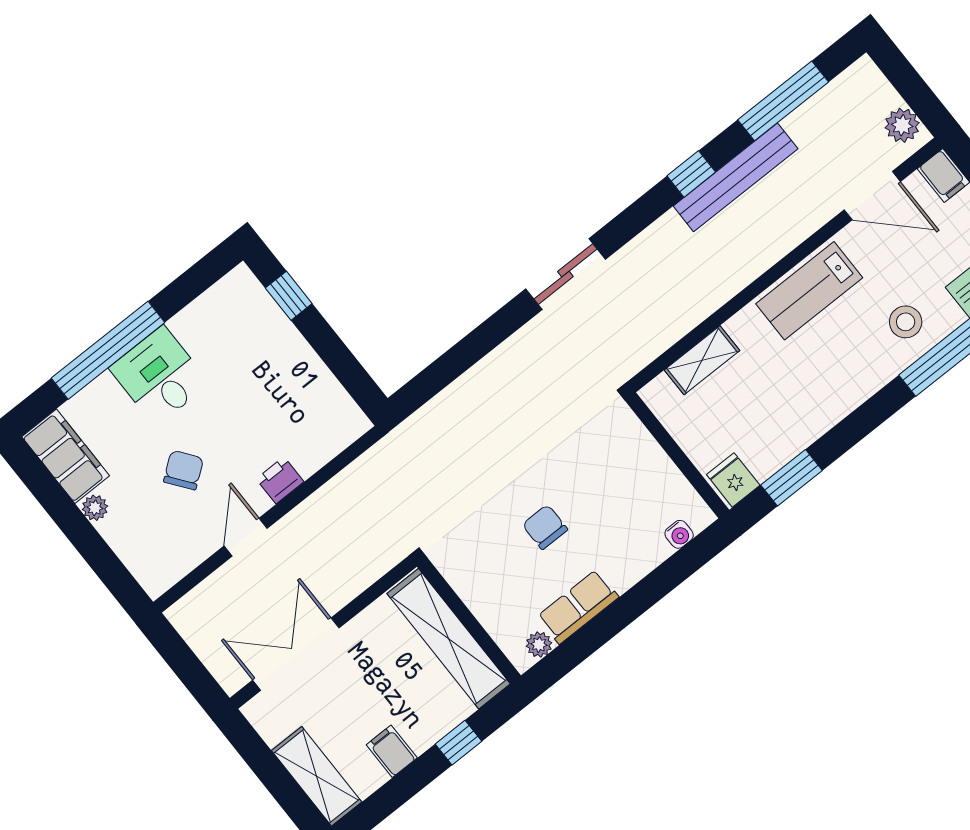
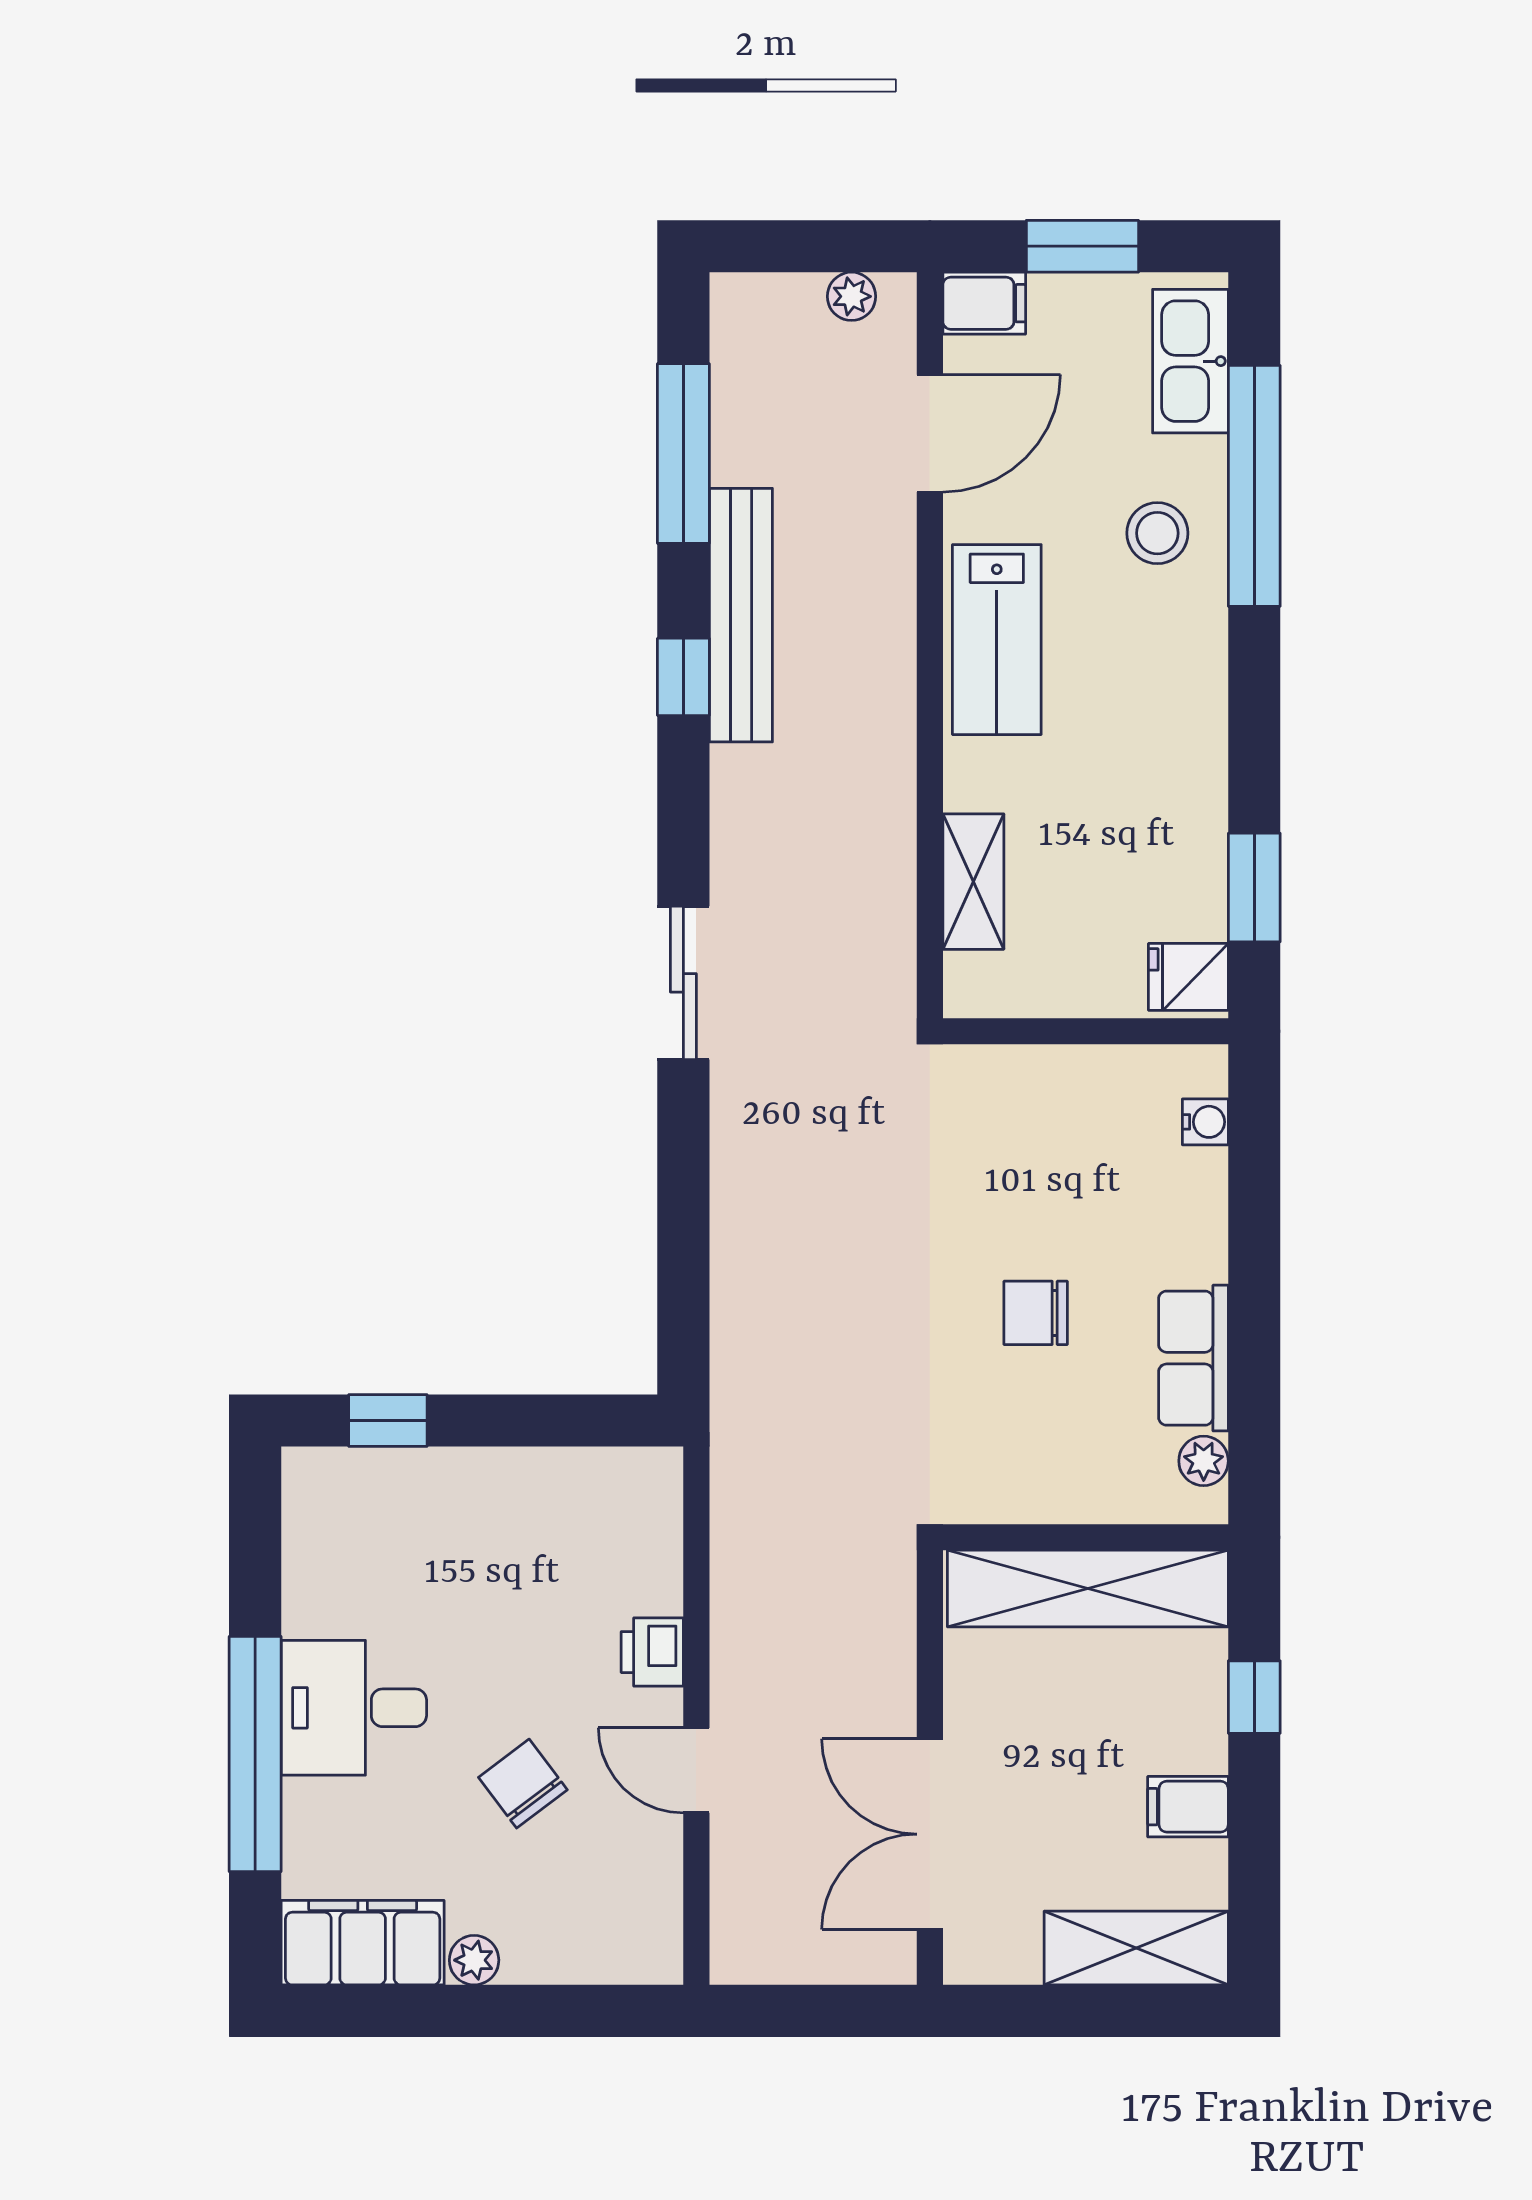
plant: (902, 125) -> (852, 296), width x0.73, depth x0.73

